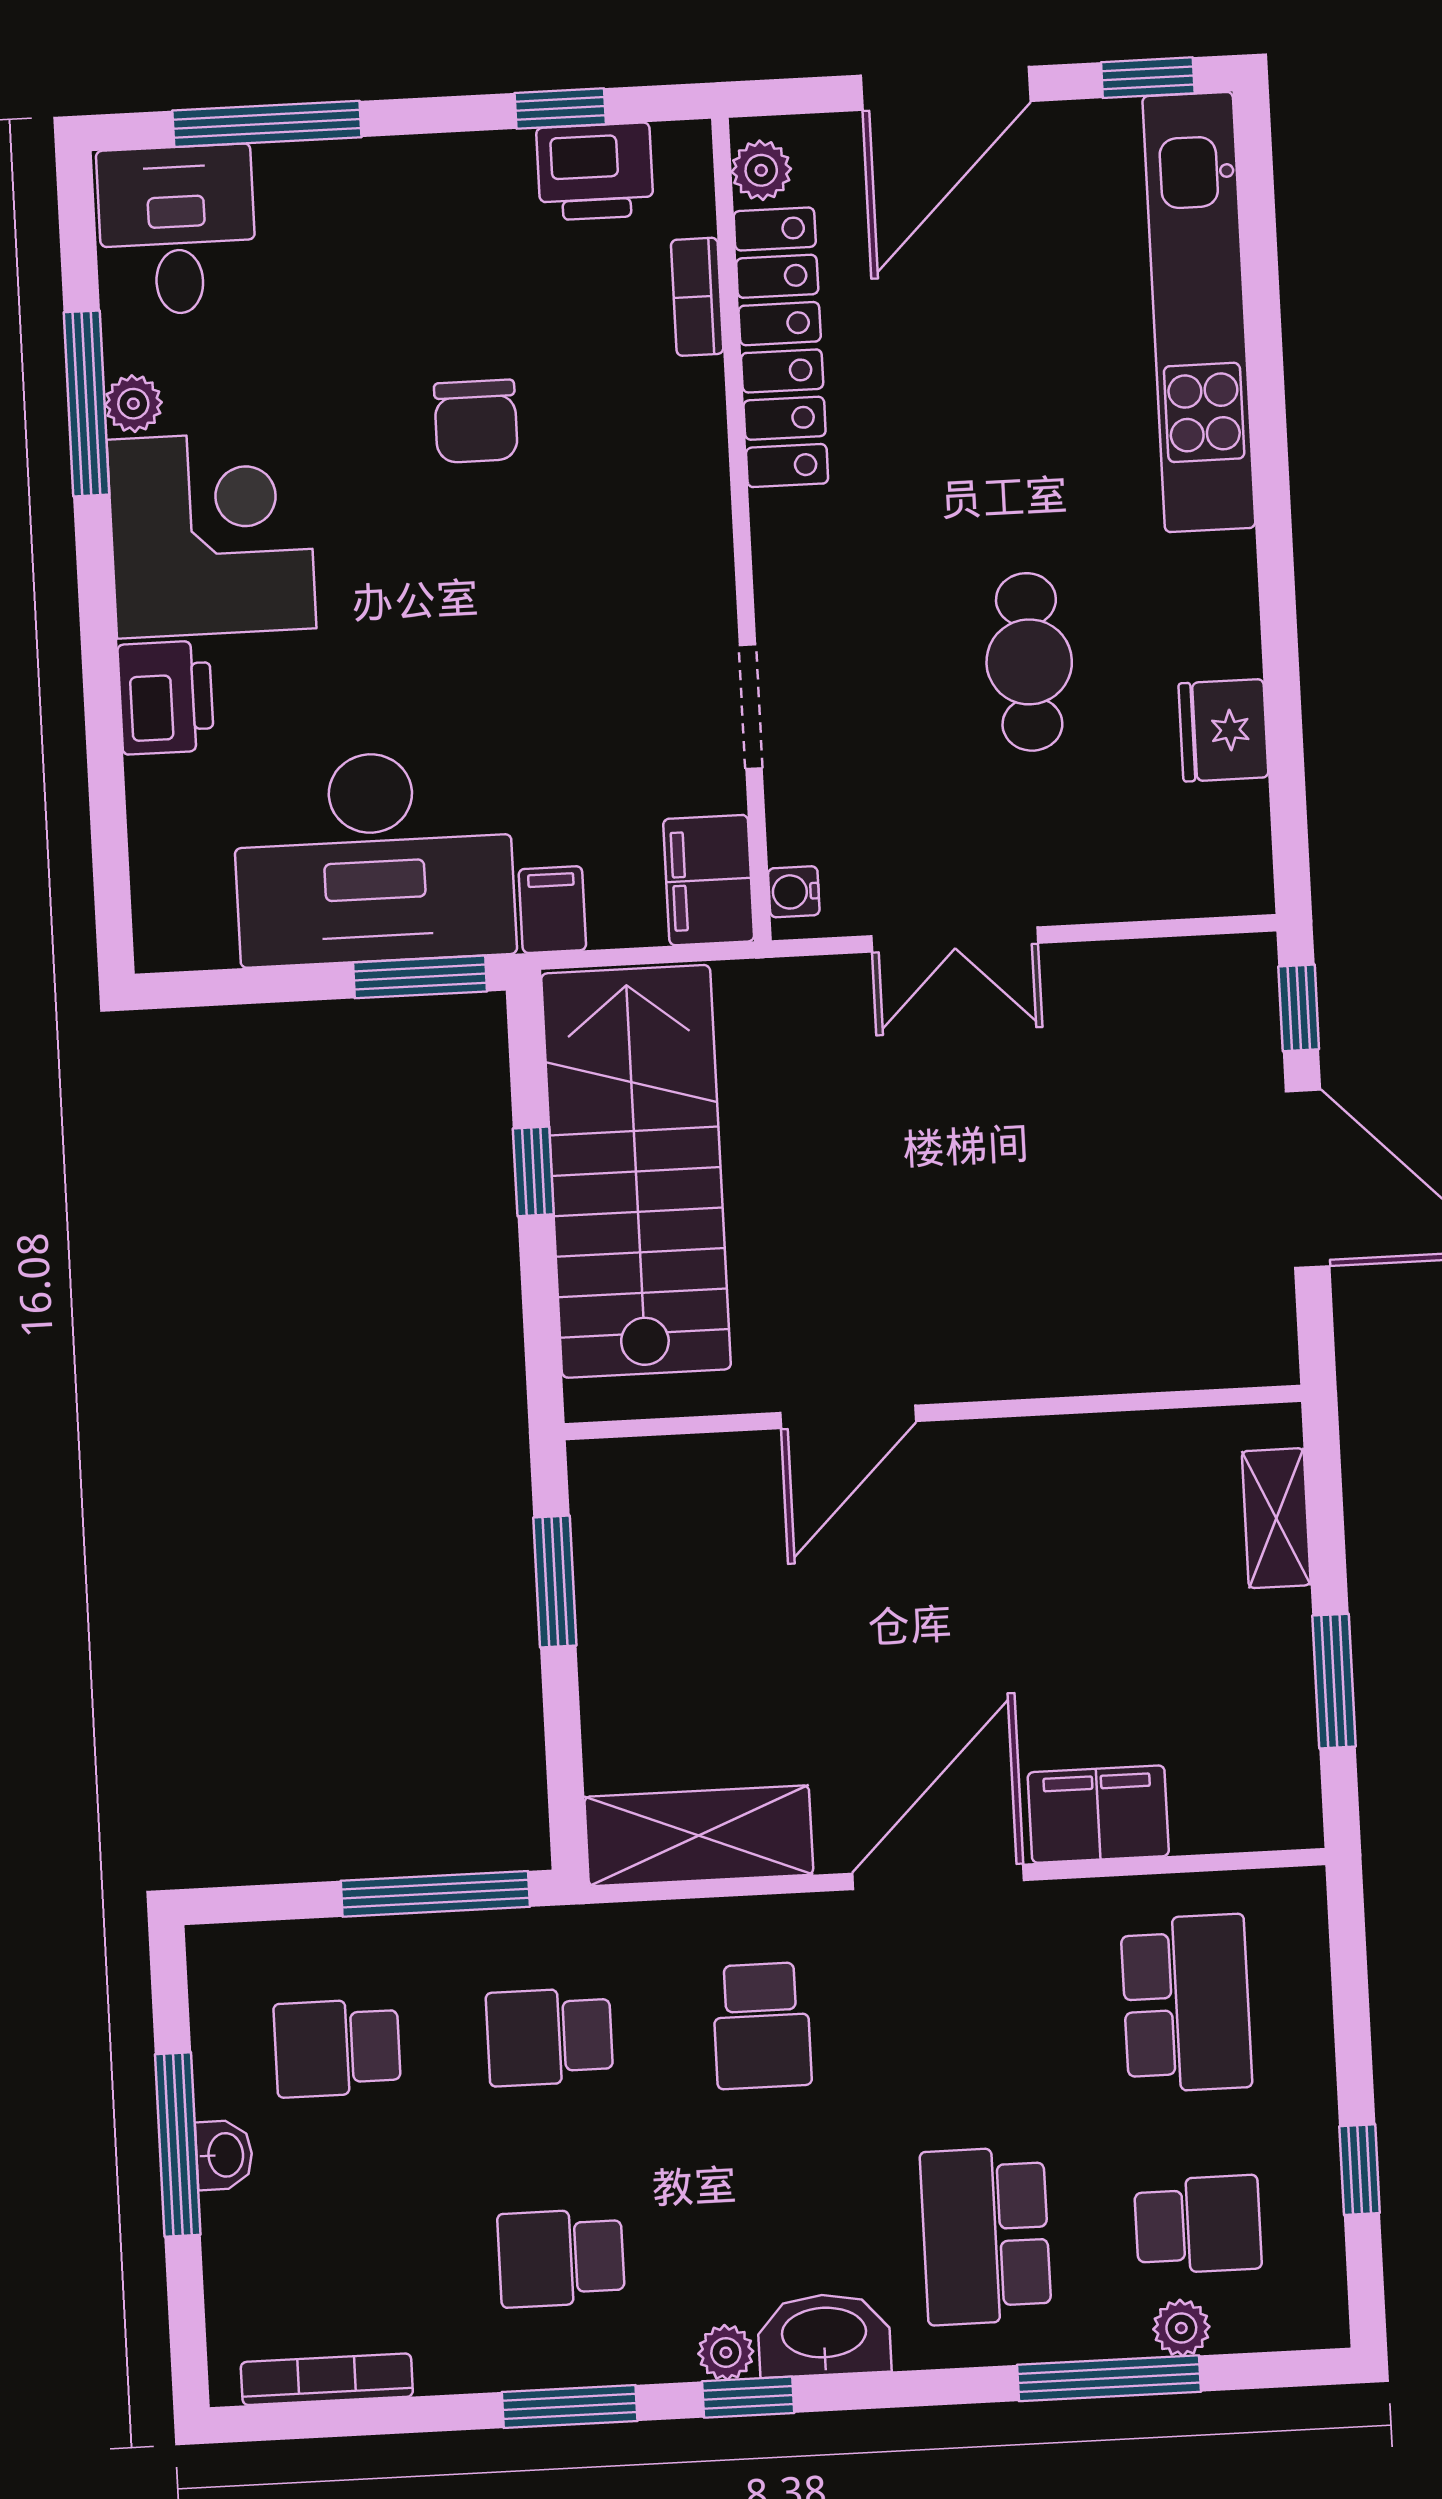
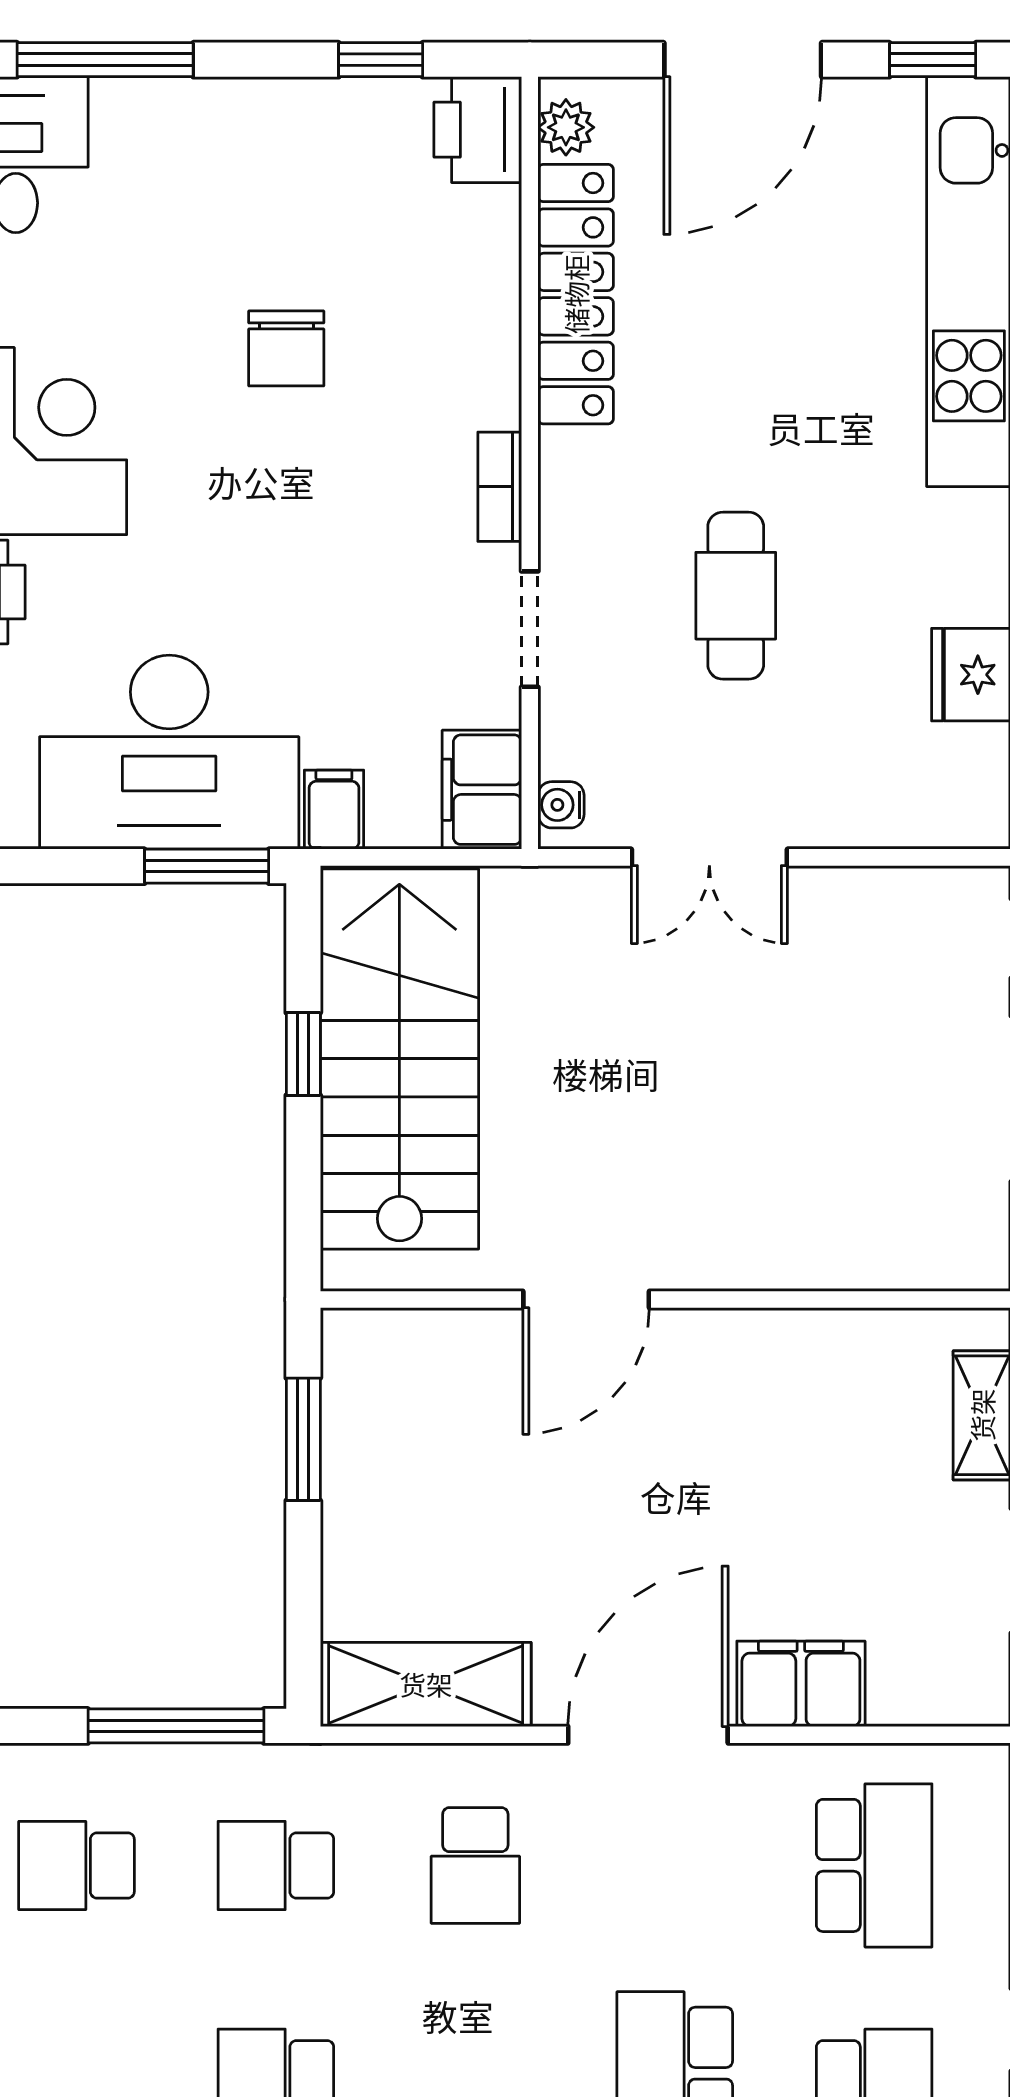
printer: (595, 172) -> (478, 130), moved, turned 90
bookcase: (697, 297) -> (500, 487), moved
cafe table: (1029, 662) -> (736, 596), moved

